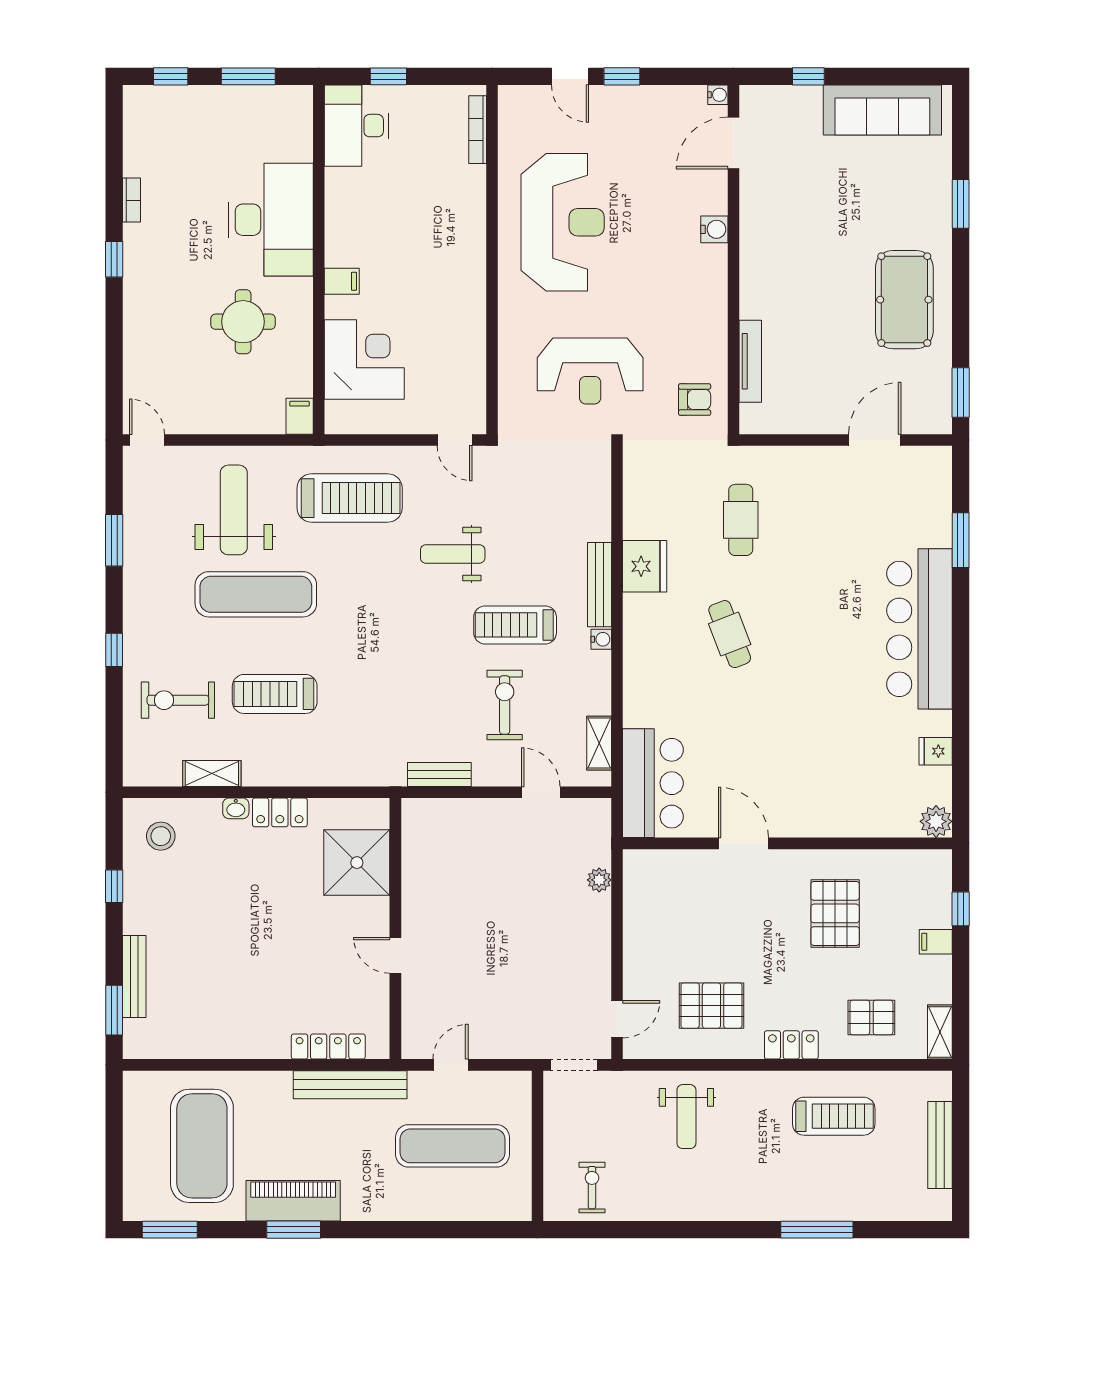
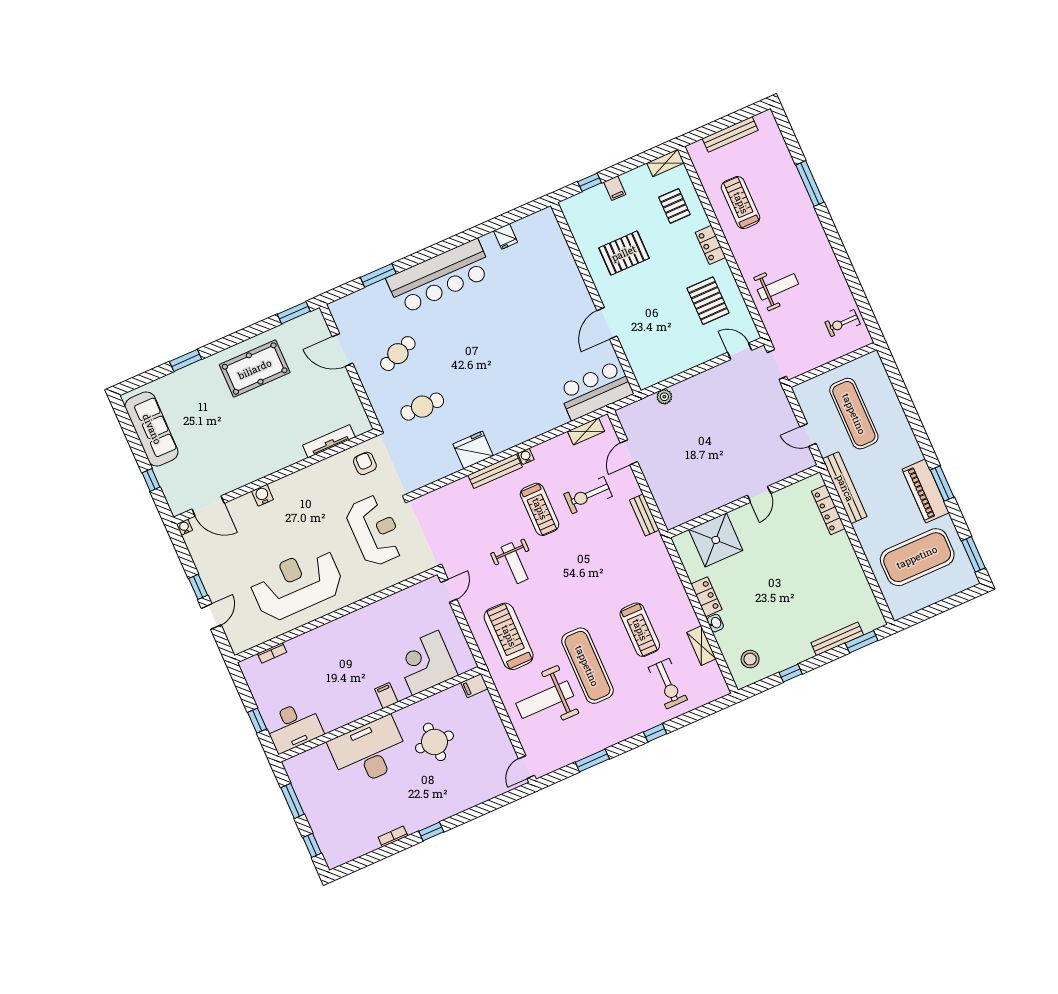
bookcase: (478, 130) -> (272, 653), width x0.64
cafe table: (730, 634) -> (398, 354), moved
plant: (936, 821) -> (546, 218), removed

